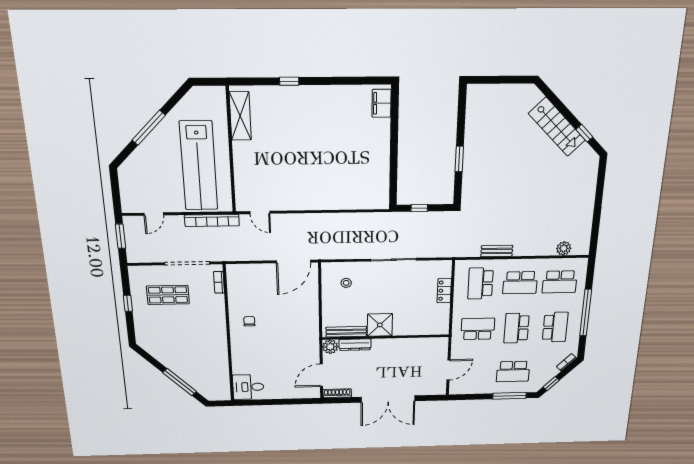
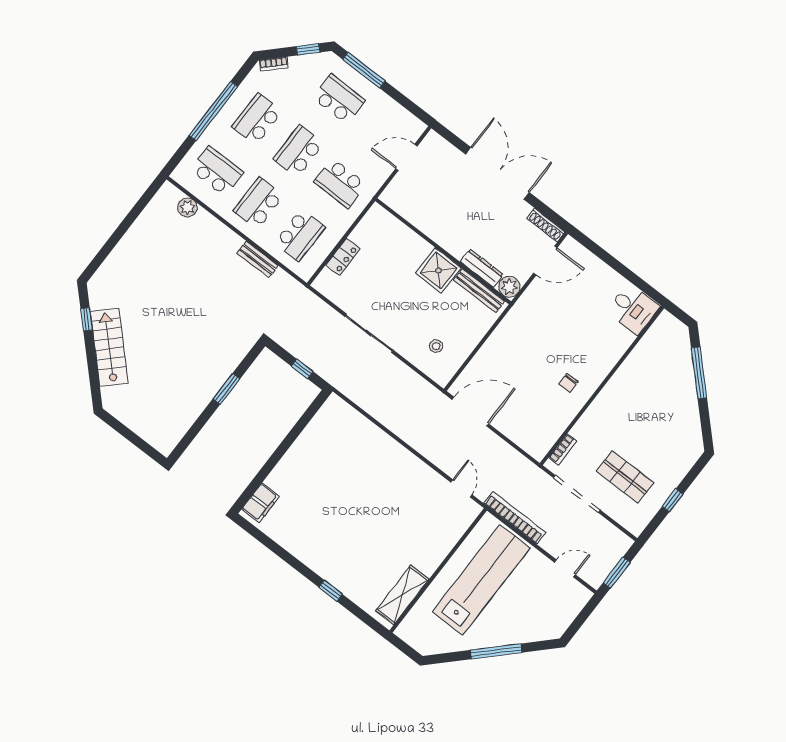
school desk: (520, 283) -> (258, 203), turned -90
school desk: (517, 328) -> (299, 151), turned 180

